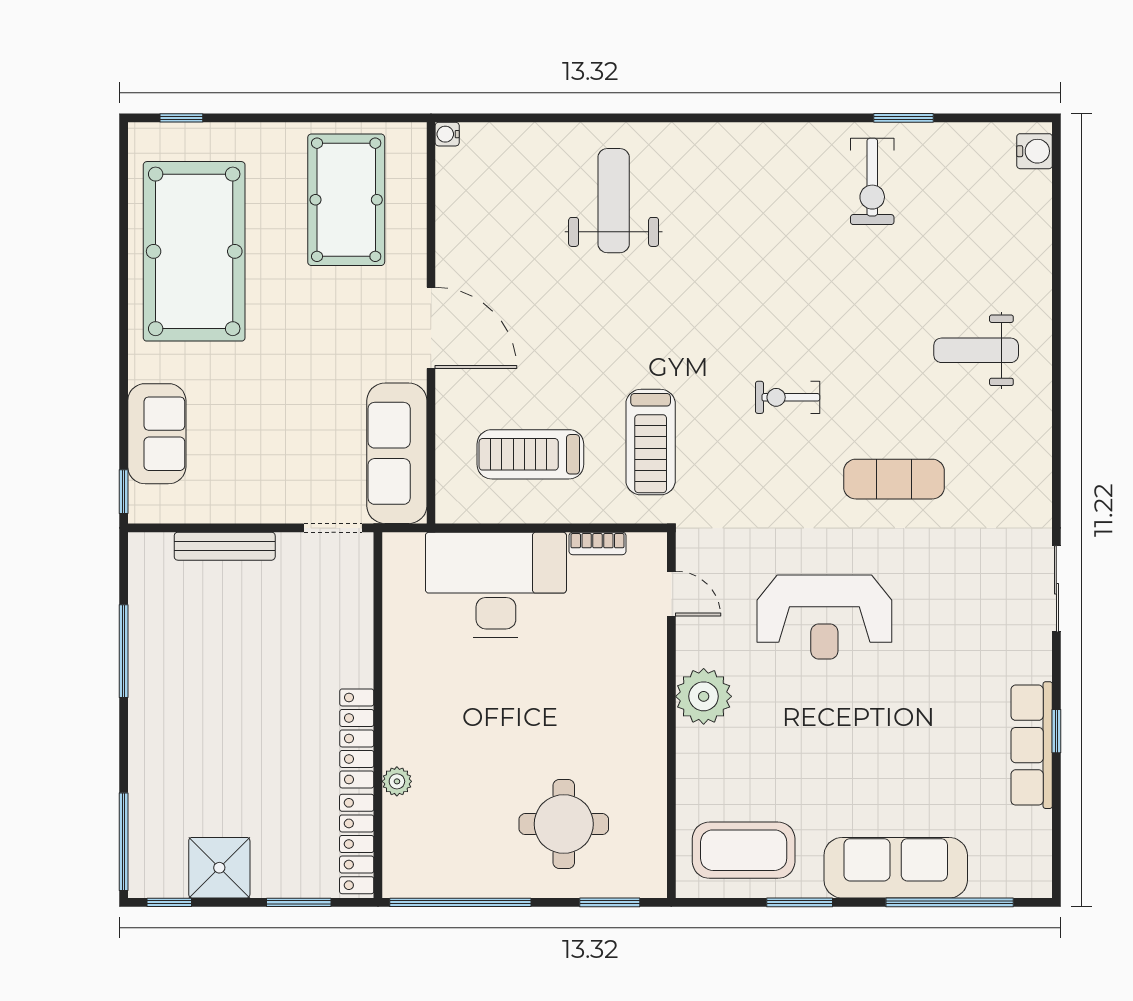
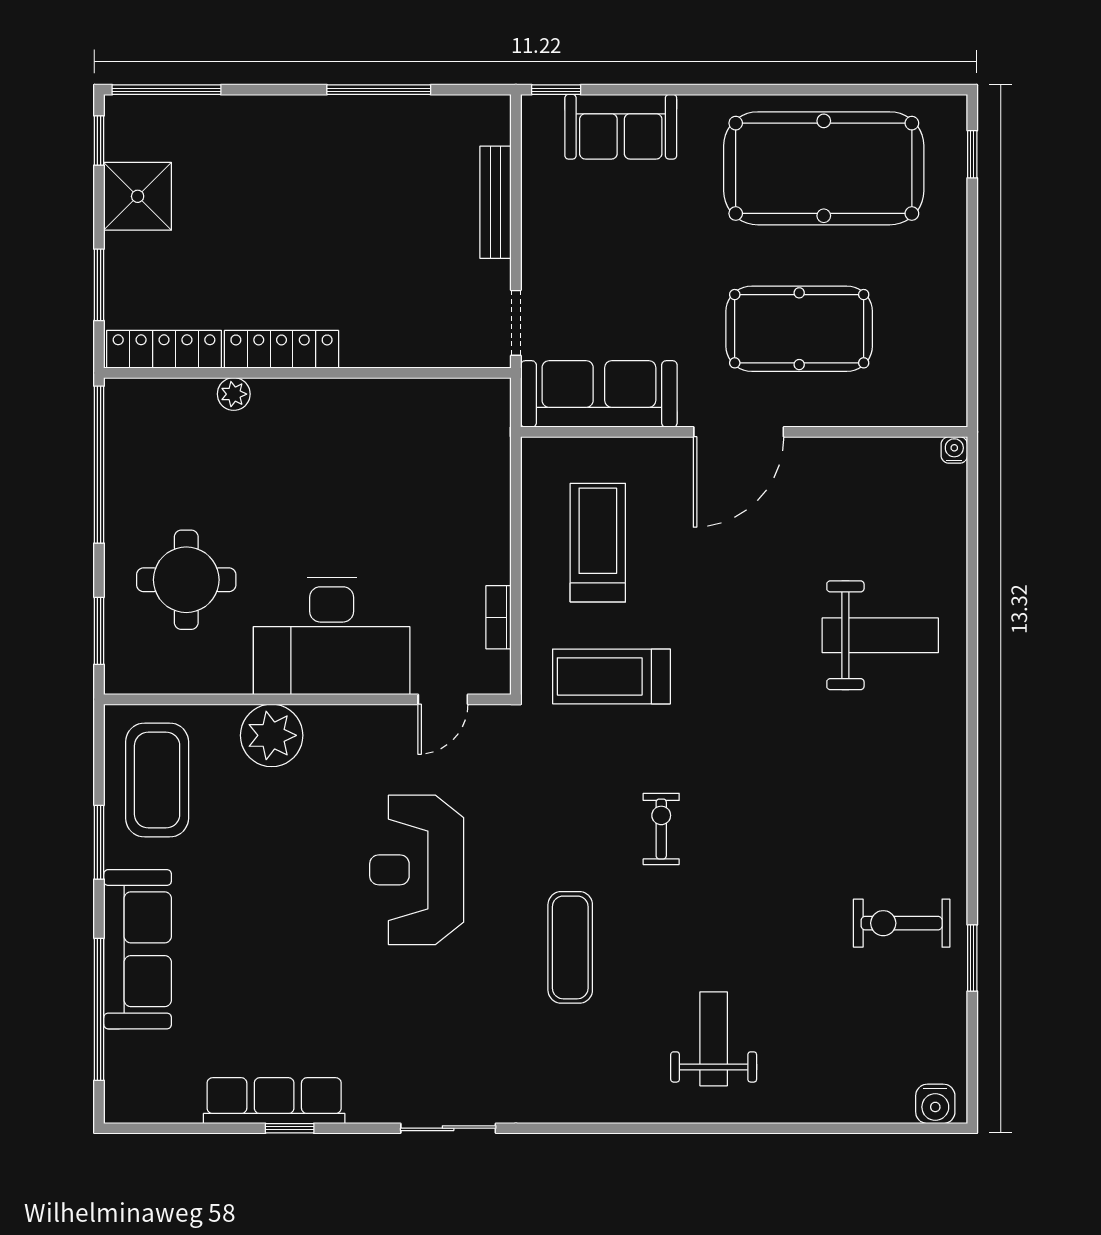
pool table: (346, 200) -> (799, 329), moved
desk: (496, 585) -> (332, 636), moved, turned 90
plant: (704, 696) -> (272, 735), moved

